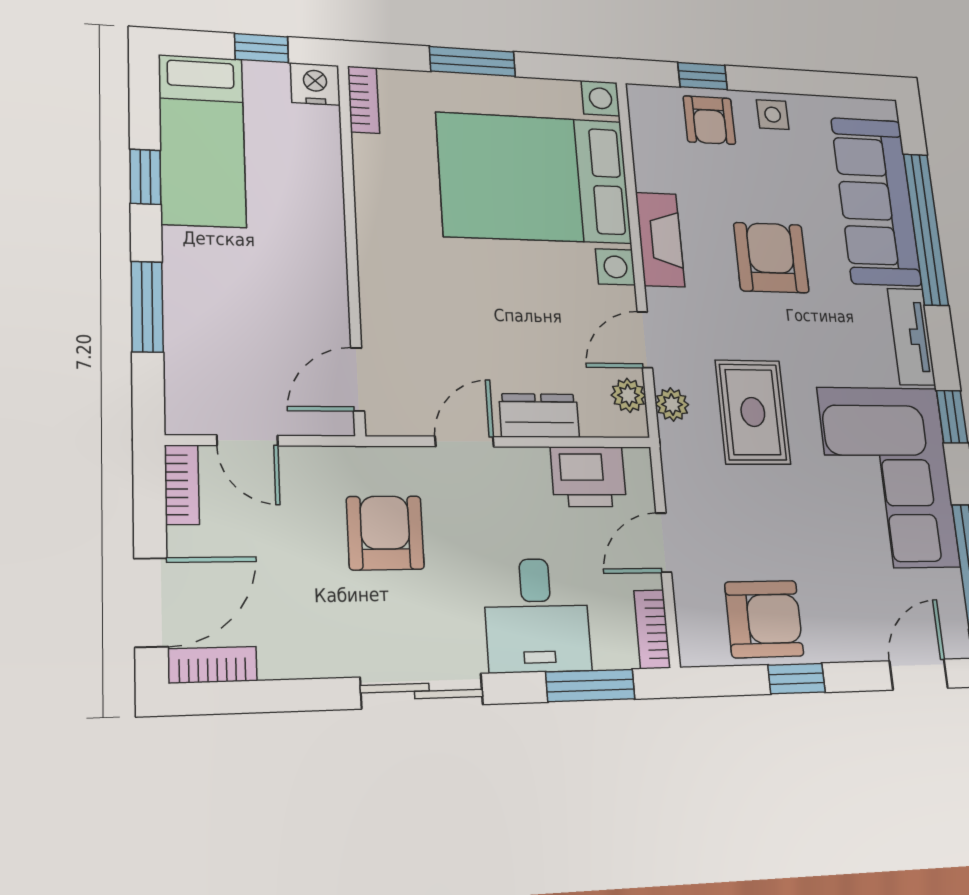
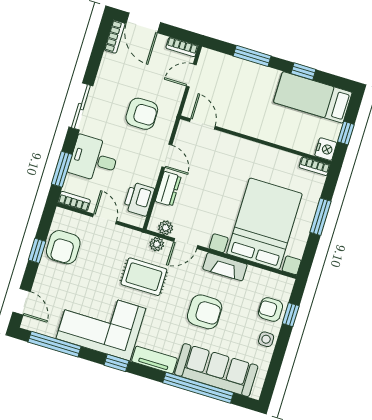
door: (645, 340) -> (186, 243), swing flipped

